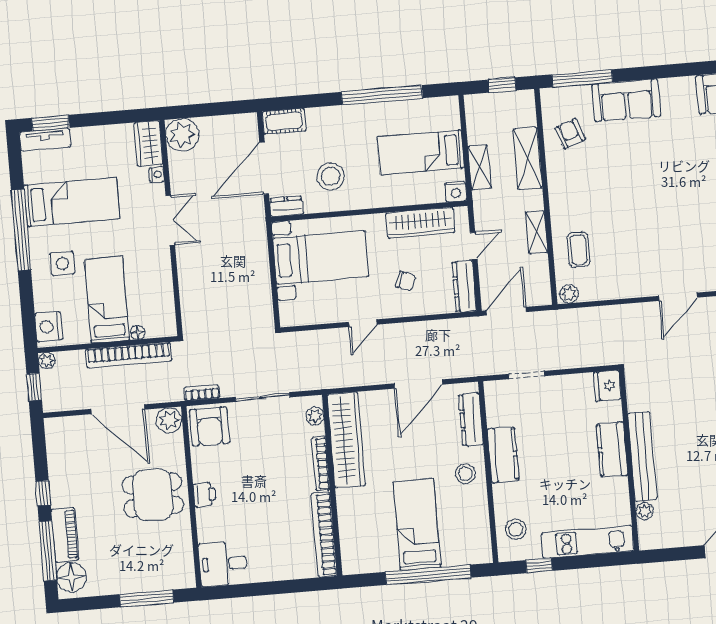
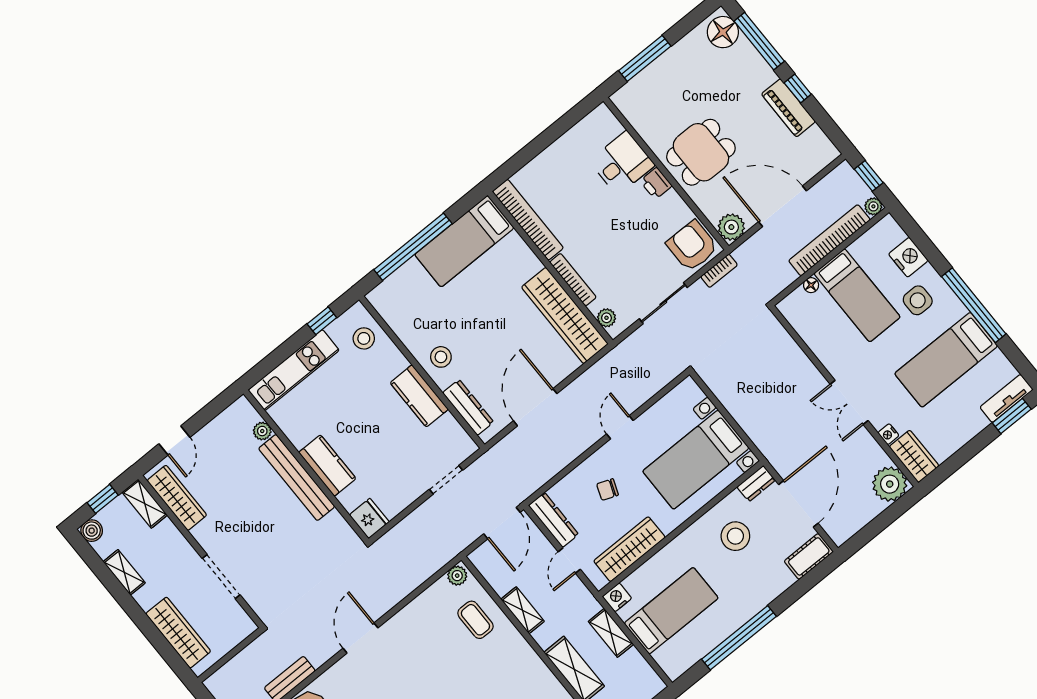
nightstand: (49, 327) -> (908, 257), moved
bookcase: (129, 355) -> (829, 240), moved
bed: (417, 524) -> (464, 241), moved, turned 90
piano: (65, 535) -> (788, 108), moved
desk: (223, 564) -> (622, 163), moved

